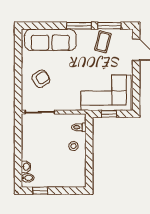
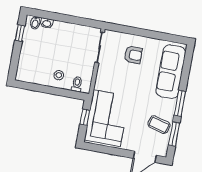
armchair: (41, 79) -> (133, 55), turned -58

